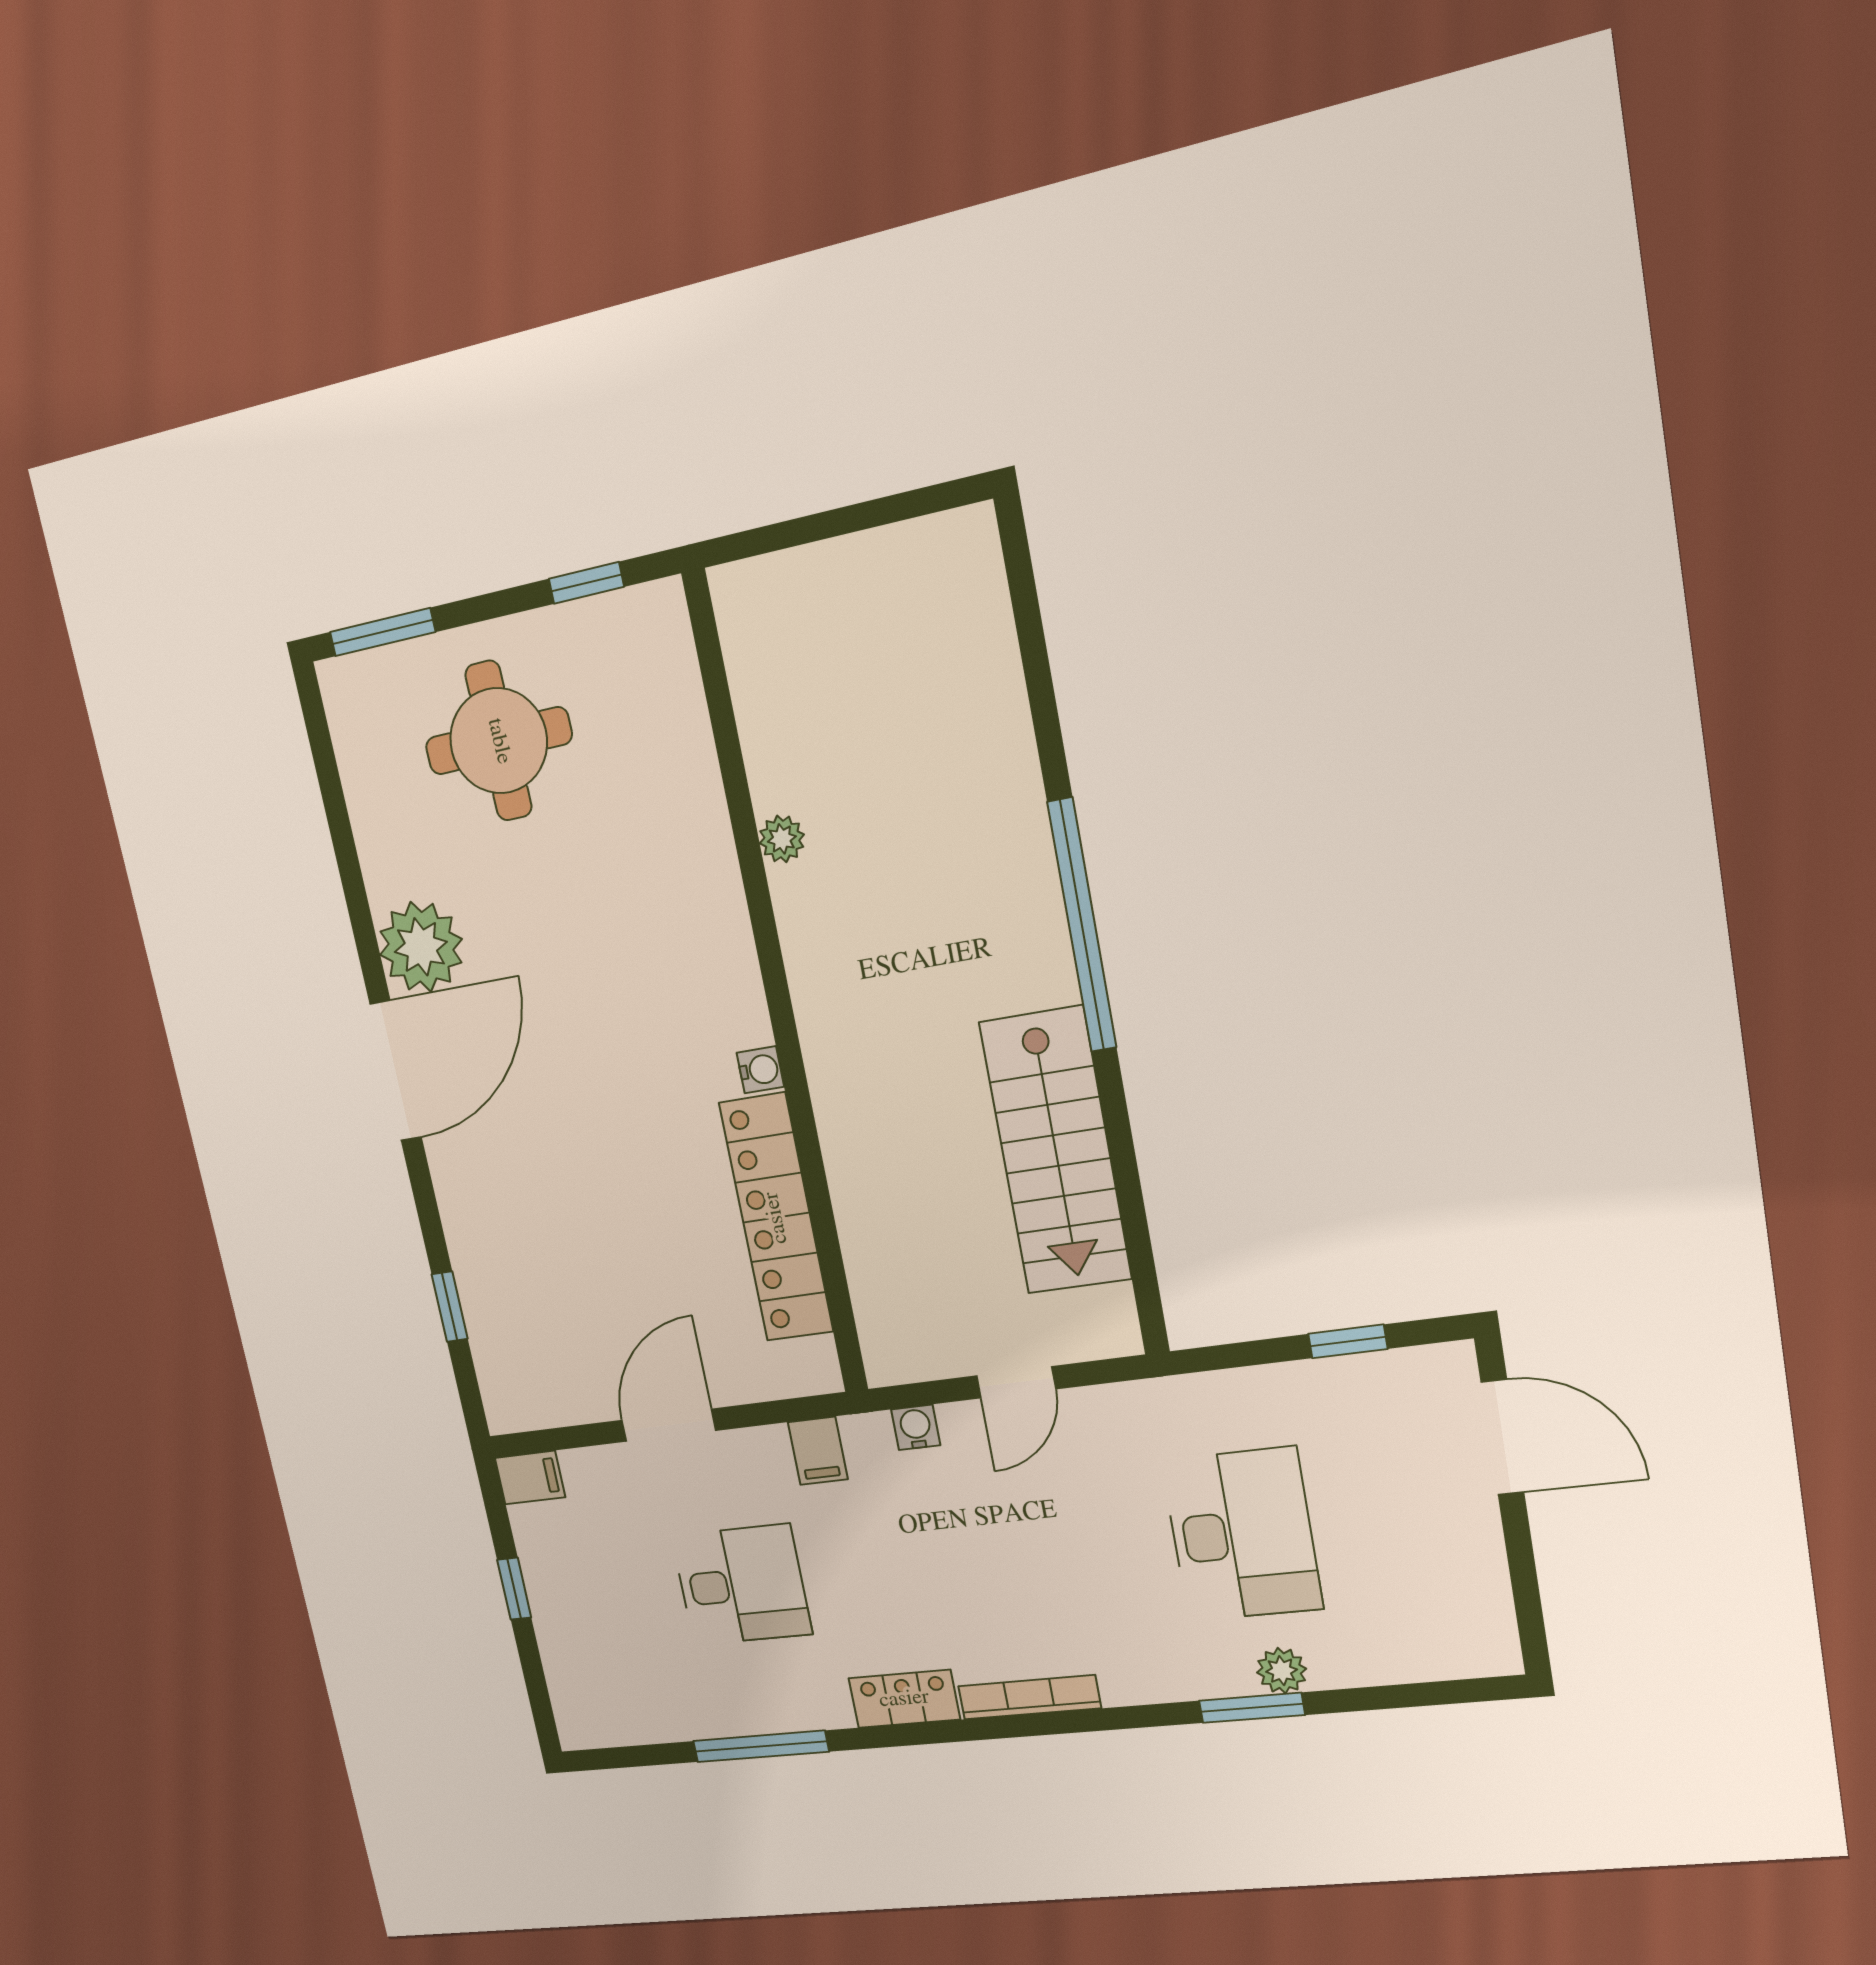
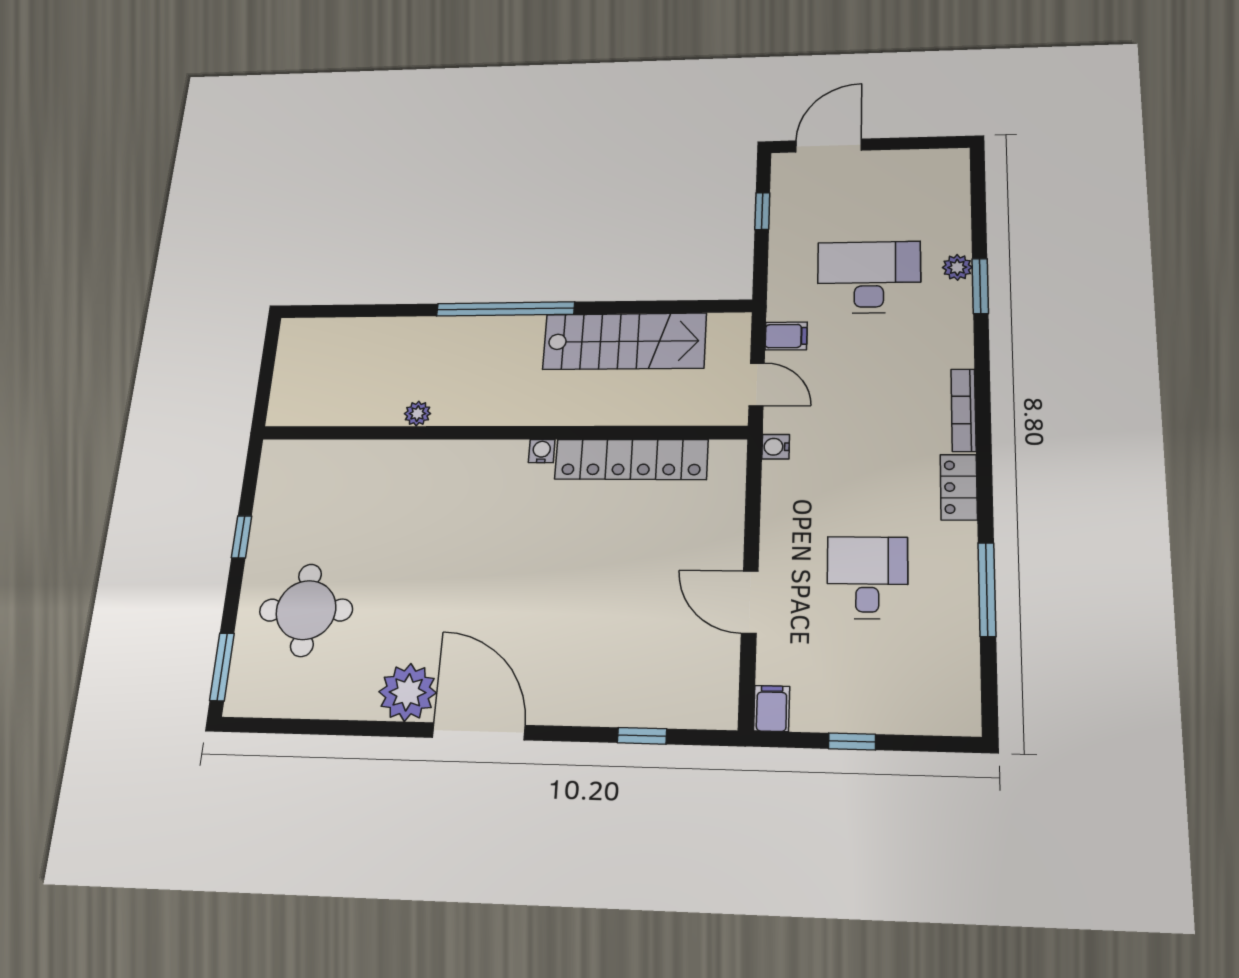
plant: (782, 839) -> (417, 414), moved
wall: (777, 993) -> (500, 433), moved
water cooler: (760, 1070) -> (542, 451), moved
locker: (776, 1218) -> (631, 459), moved
filing cabinet: (818, 1451) -> (786, 336), moved

